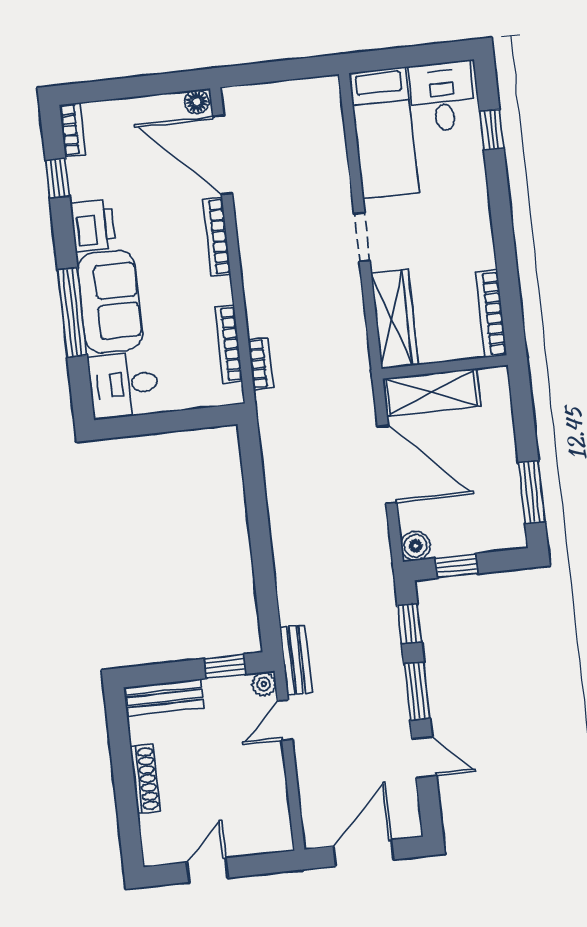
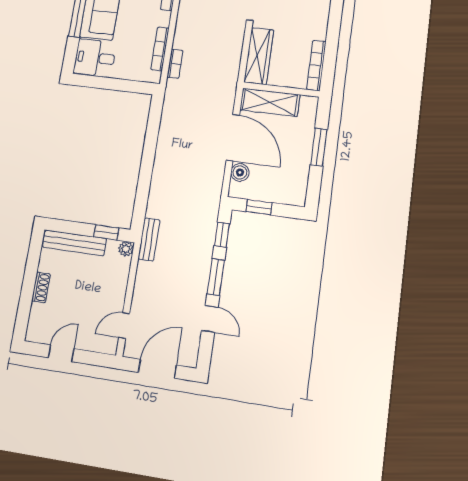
window: (532, 492) -> (319, 147), moved
boiler: (416, 546) -> (240, 172), moved
bench: (165, 697) -> (74, 243), width x1.36
door: (285, 720) -> (124, 325), moved
shoe rack: (145, 779) -> (41, 287), width x0.70

